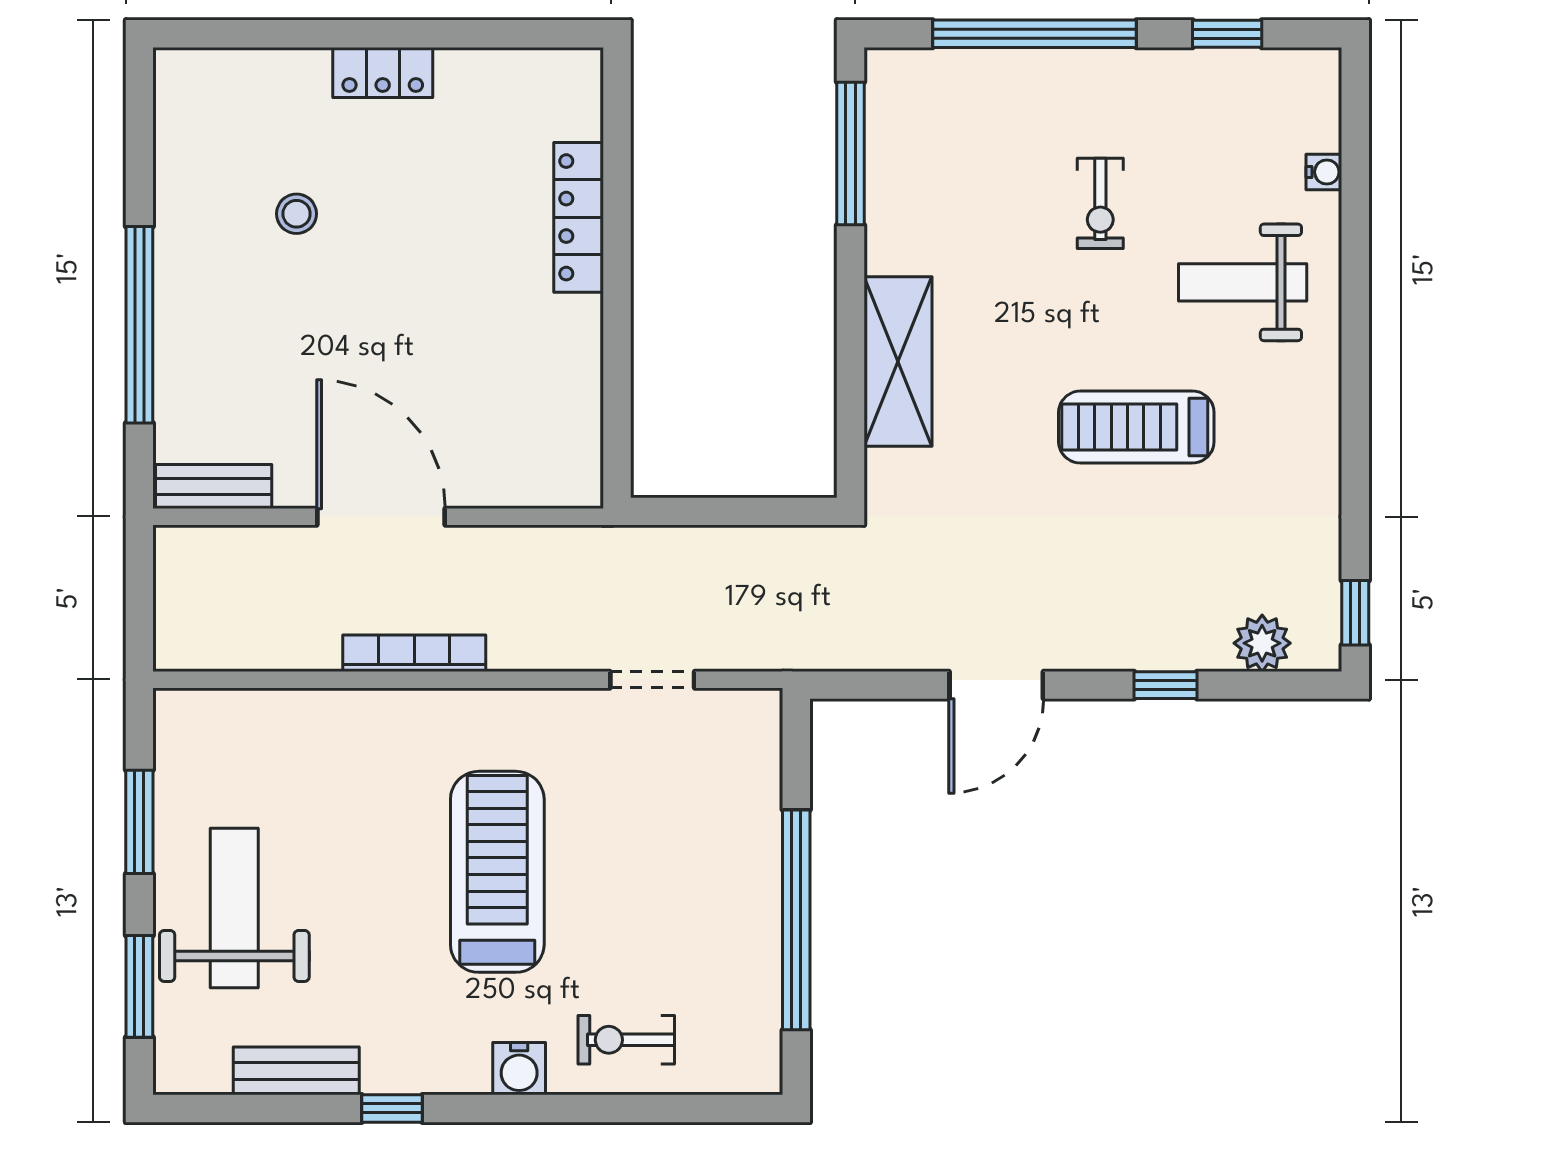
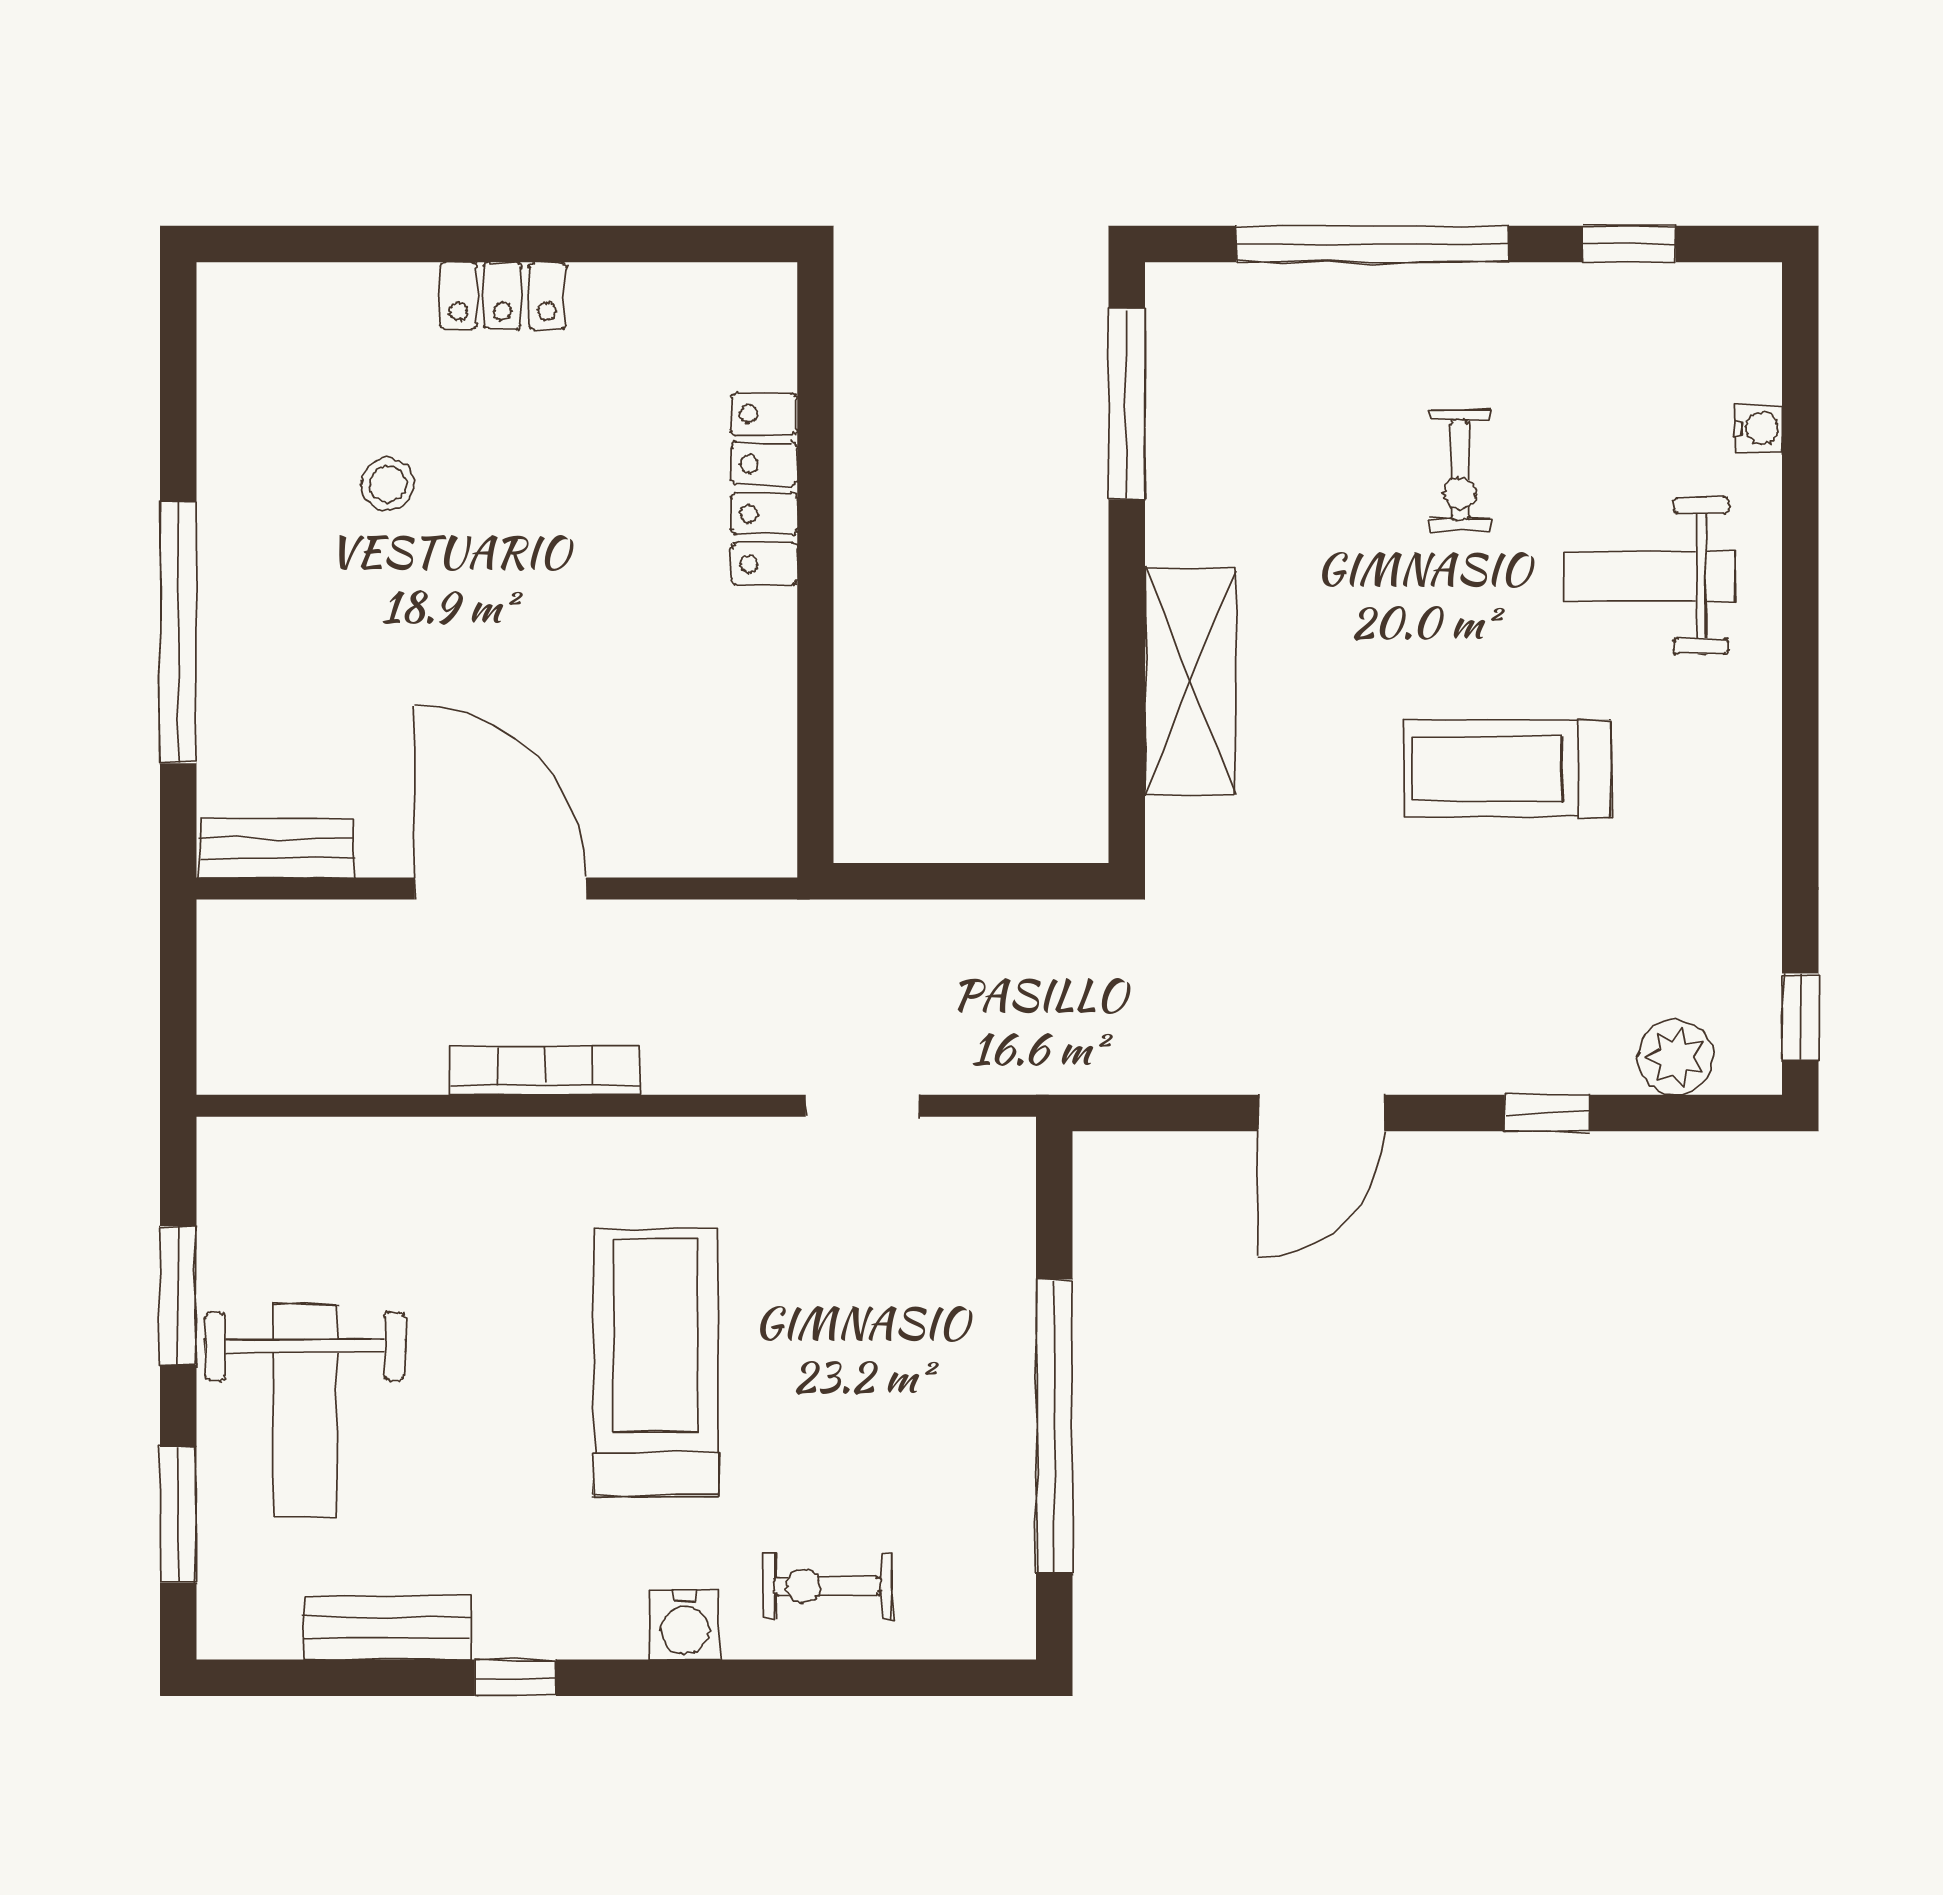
weight bench: (234, 908) -> (305, 1410), turned 180

